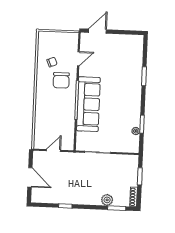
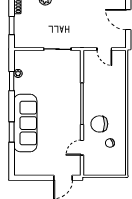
chair: (61, 80) -> (99, 124), turned -90
sofa: (88, 104) -> (25, 123), moved, turned 180
door: (53, 150) -> (104, 49), hinge flipped

